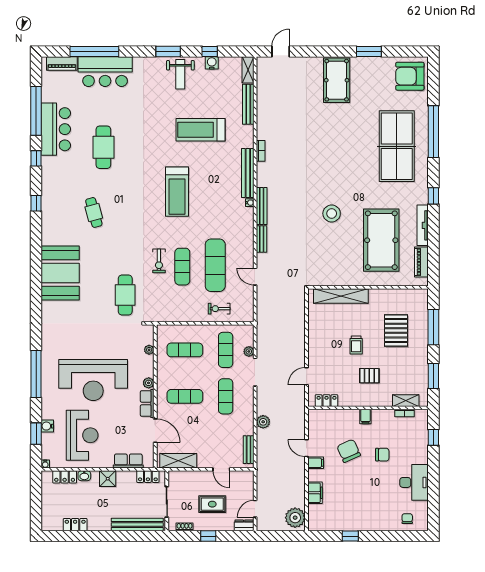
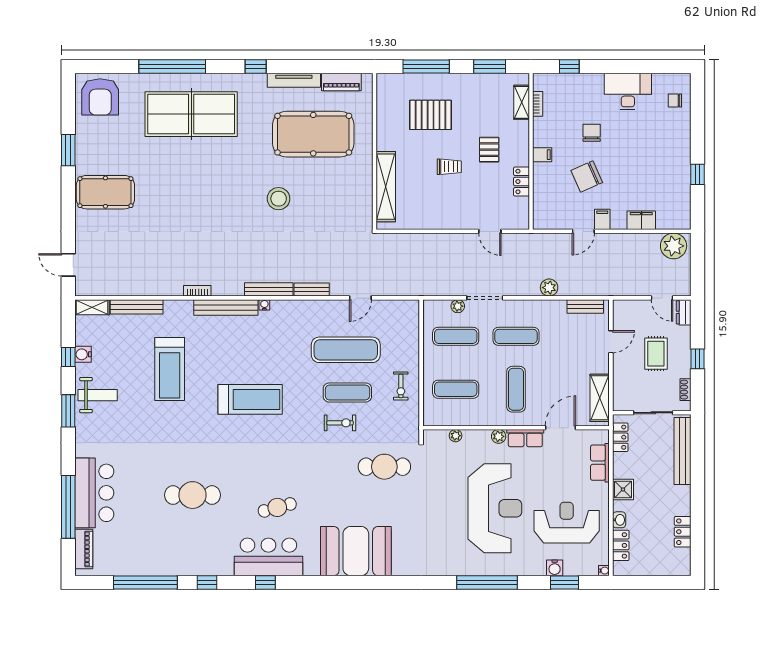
bar counter: (56, 129) -> (268, 557), moved
exercise bike: (219, 309) -> (401, 386), moved
exercise mat: (185, 350) -> (456, 389), turned 90
locker: (326, 401) -> (522, 182), moved

